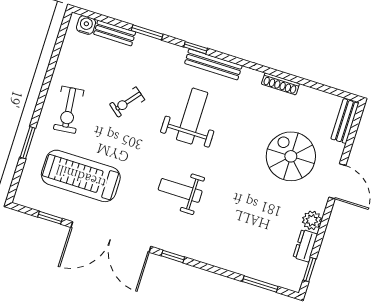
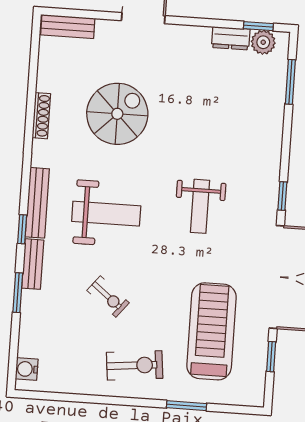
bench: (115, 33) -> (33, 264), moved
weight bench: (192, 116) -> (106, 214), turned 180
spiral stairs: (291, 156) -> (117, 114), moved, turned 180
treadmill: (81, 176) -> (211, 331), turned 180
plant: (312, 220) -> (263, 42), moved

